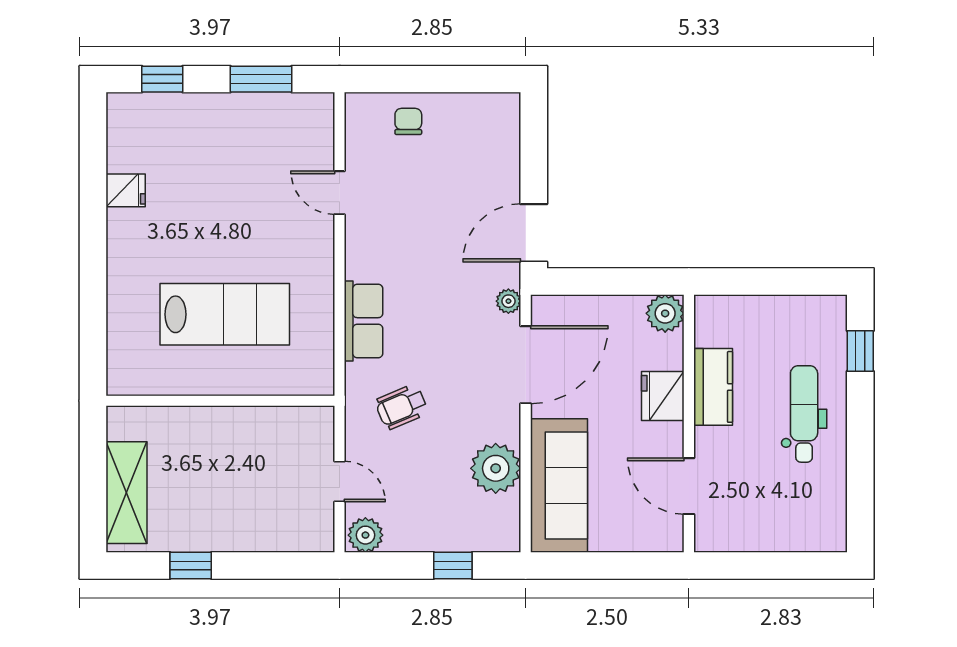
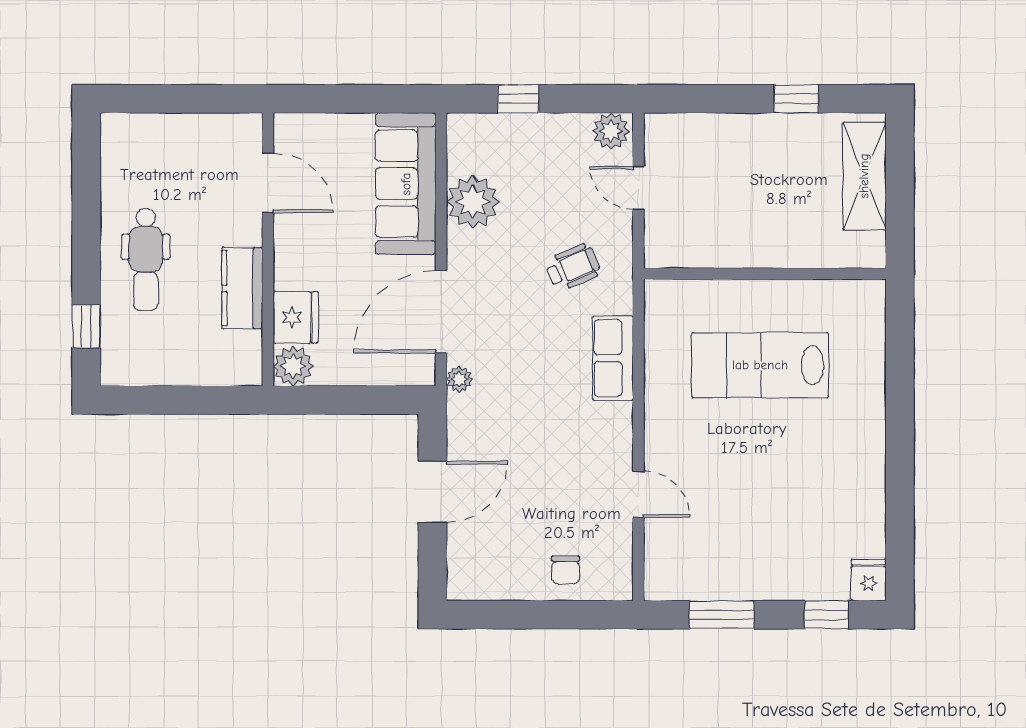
fridge: (126, 190) -> (869, 580), moved, turned 90
door: (534, 233) -> (432, 492), moved
fridge: (663, 396) -> (296, 317), moved

